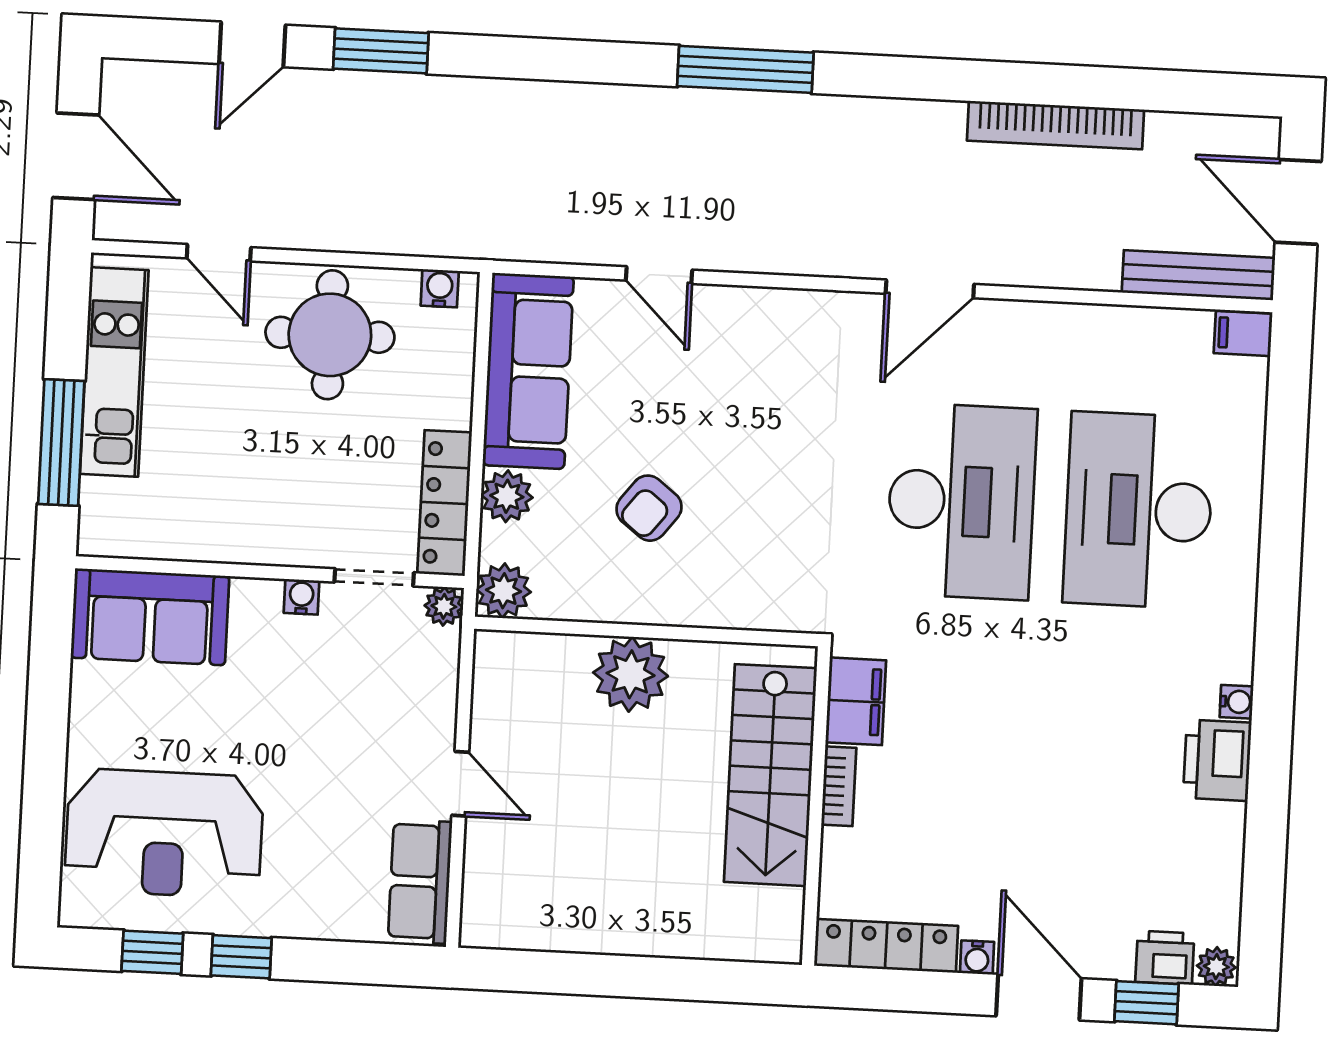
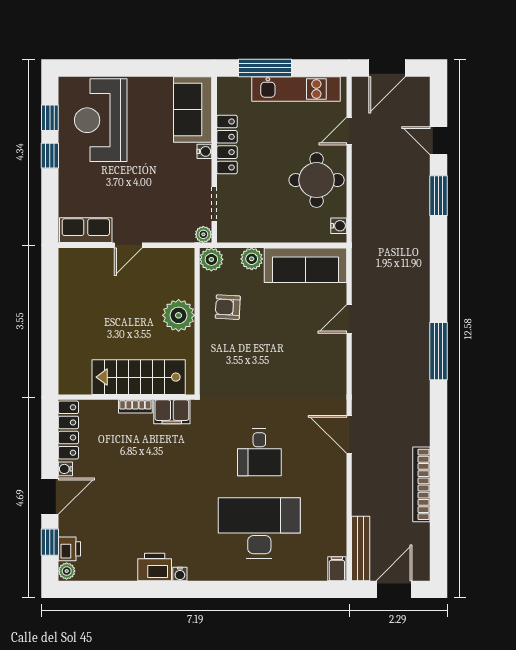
desk: (961, 501) -> (259, 452), width x0.53, depth x0.77
locker: (445, 503) -> (227, 144), moved, turned 90
armchair: (649, 508) -> (228, 307), moved, turned -35
water cooler: (302, 597) -> (204, 151), moved

